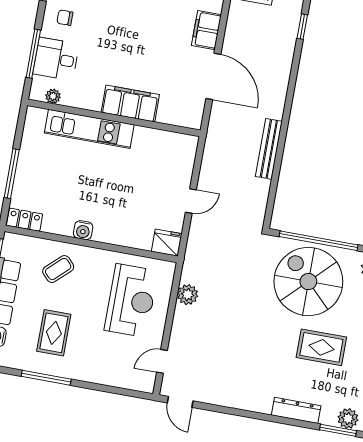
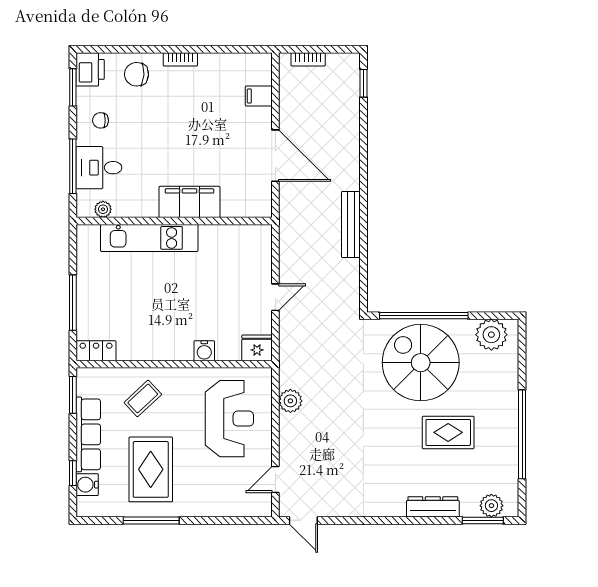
filing cabinet: (206, 30) -> (259, 96), width x0.50
water cooler: (83, 230) -> (204, 351), moved
rug: (54, 333) -> (151, 469), width x1.36, depth x1.43

